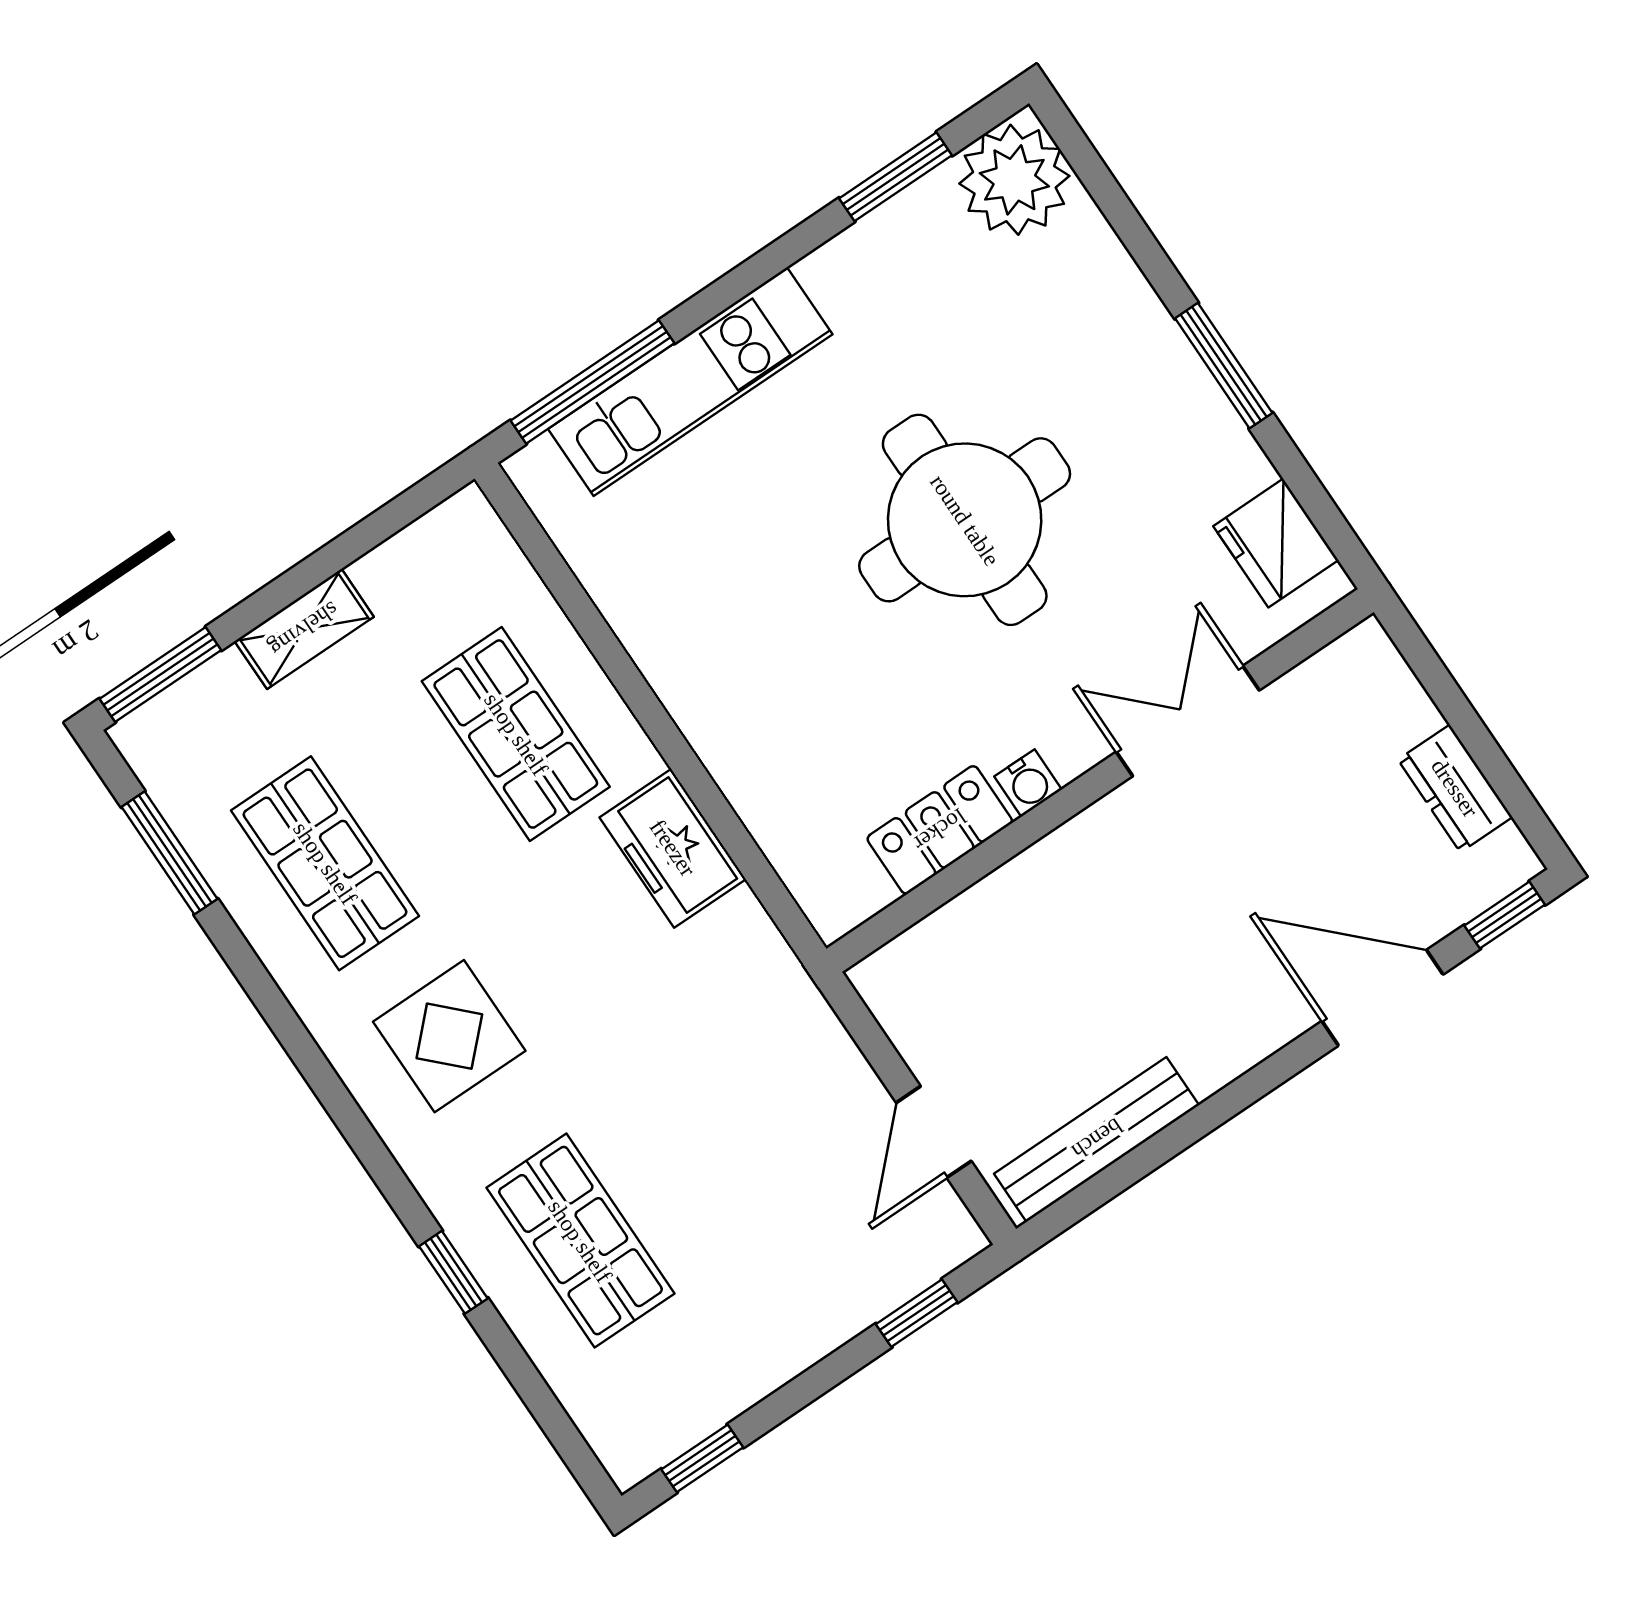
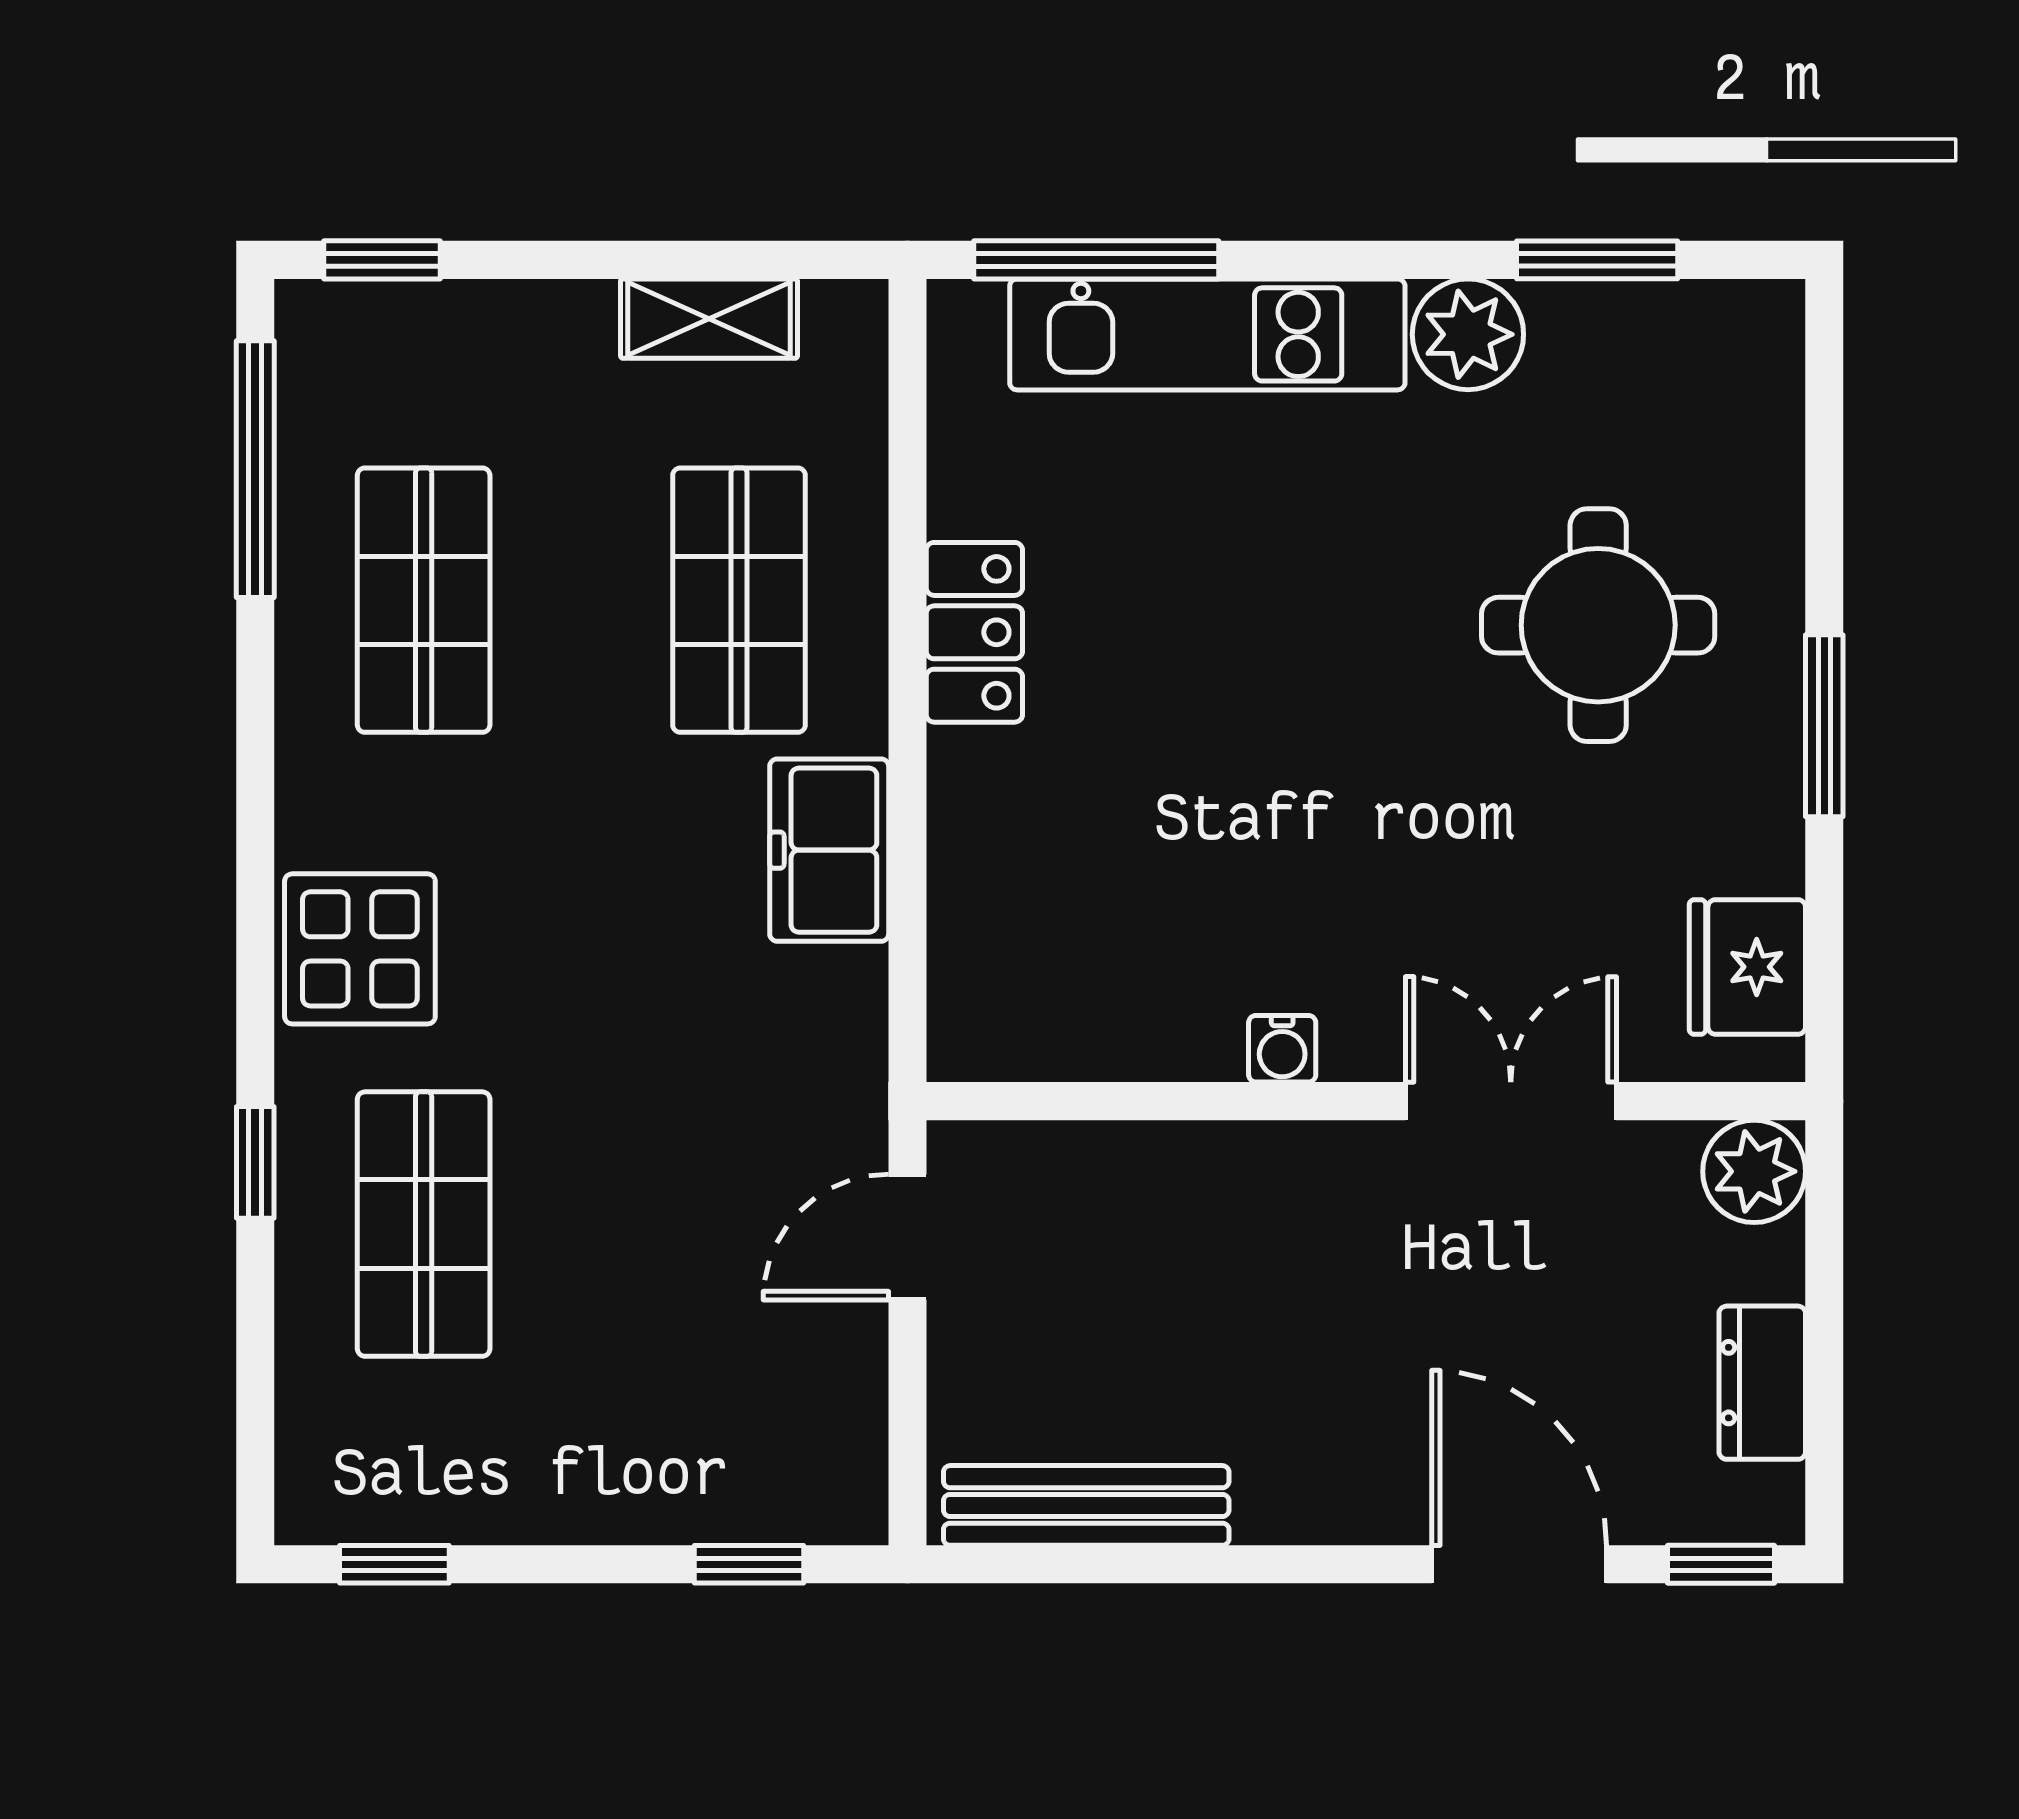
plant: (1014, 180) -> (1468, 334), moved, width x0.73, depth x0.73
round table: (965, 520) -> (1598, 625), moved, width x0.73, depth x0.73
shelving: (304, 629) -> (709, 319), moved
plant: (1364, 664) -> (1754, 1171), added
window: (160, 674) -> (382, 260), width x0.67
locker: (940, 830) -> (974, 632), moved, turned 90
window: (169, 853) -> (255, 469), width x1.44
display table: (449, 1036) -> (360, 949), moved
door: (934, 1132) -> (907, 1237), moved

